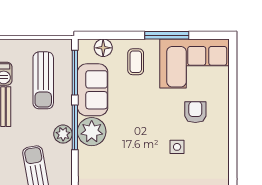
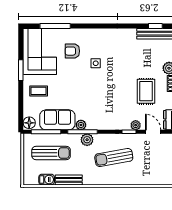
window: (167, 35) -> (21, 70), width x0.69
floor lamp: (103, 48) -> (29, 123), moved
window: (233, 86) -> (55, 26), added
plant: (92, 132) -> (81, 125), width x0.53, depth x0.53

